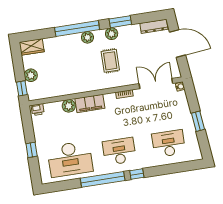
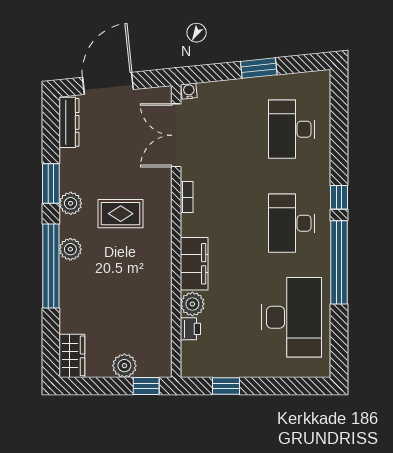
printer: (38, 110) -> (190, 329), moved
window: (32, 150) -> (226, 386), moved

